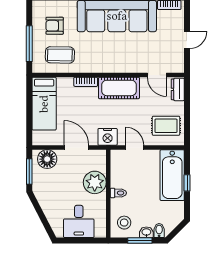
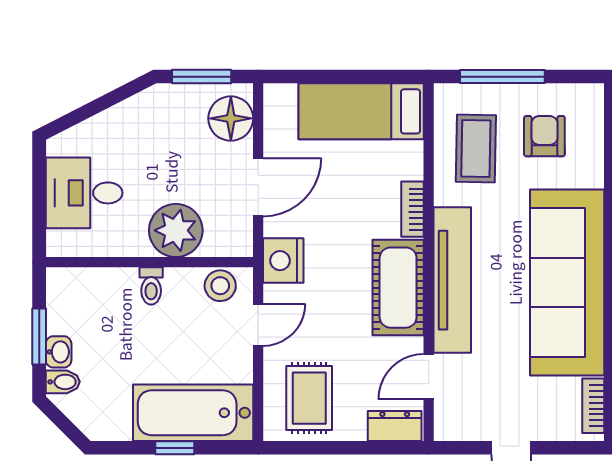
tv unit: (116, 65) -> (452, 280), added
stool: (124, 223) -> (220, 286), moved

